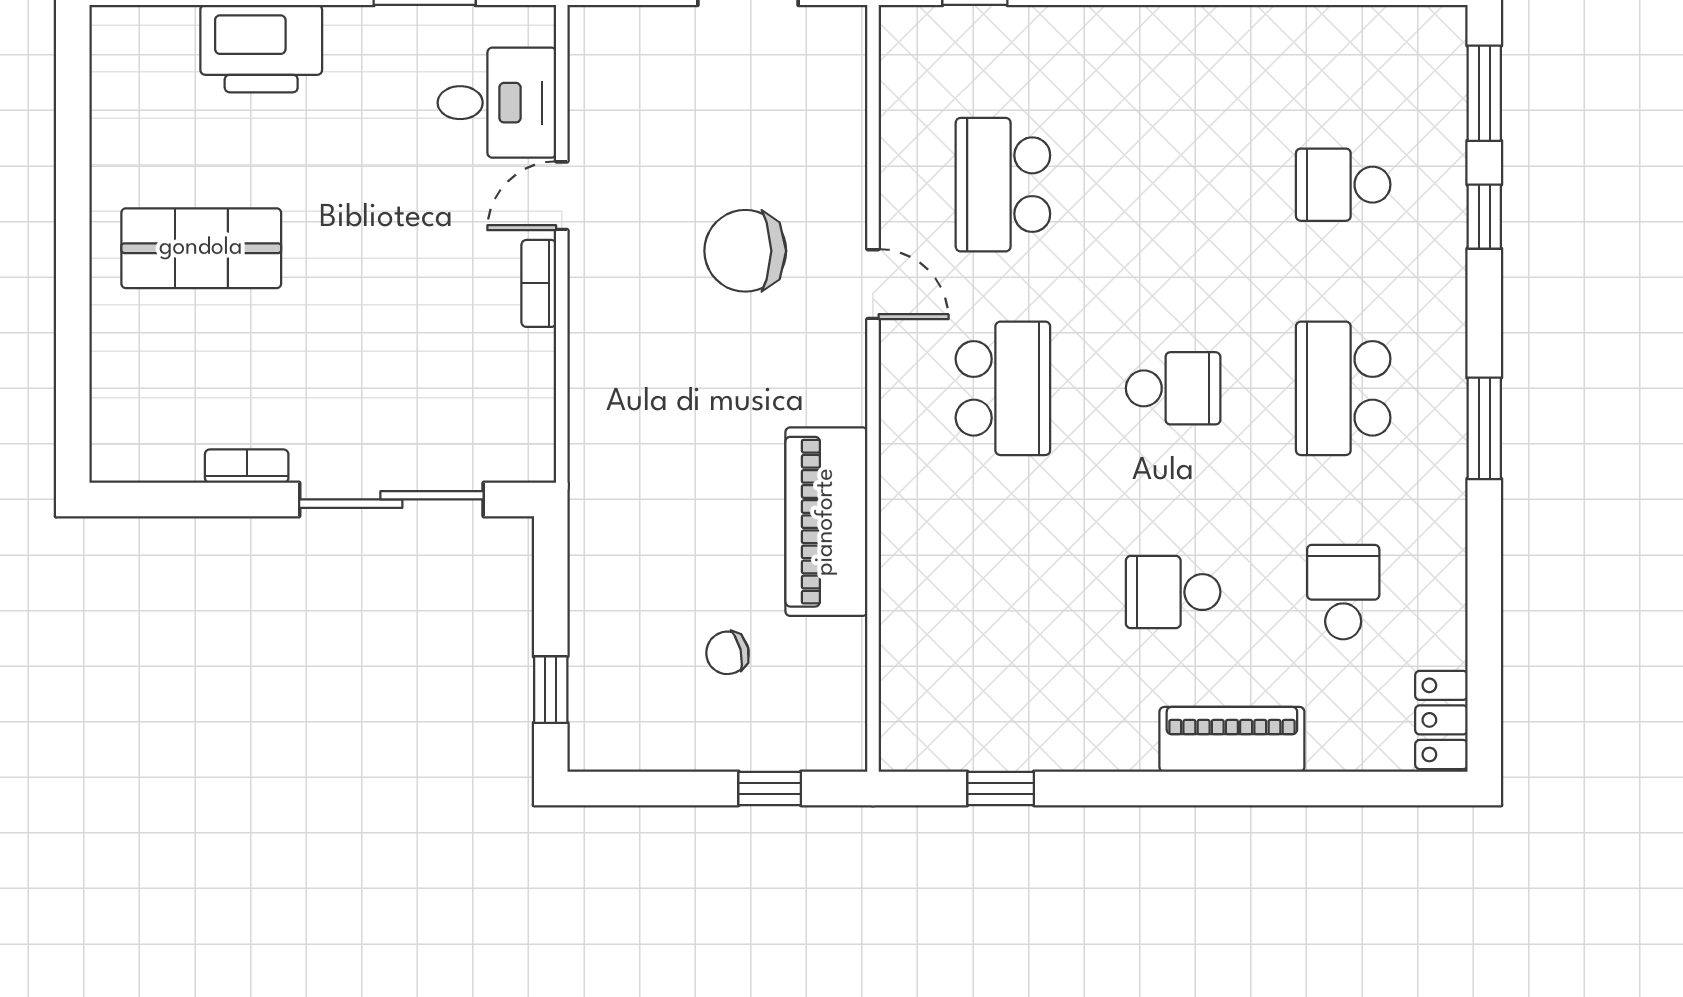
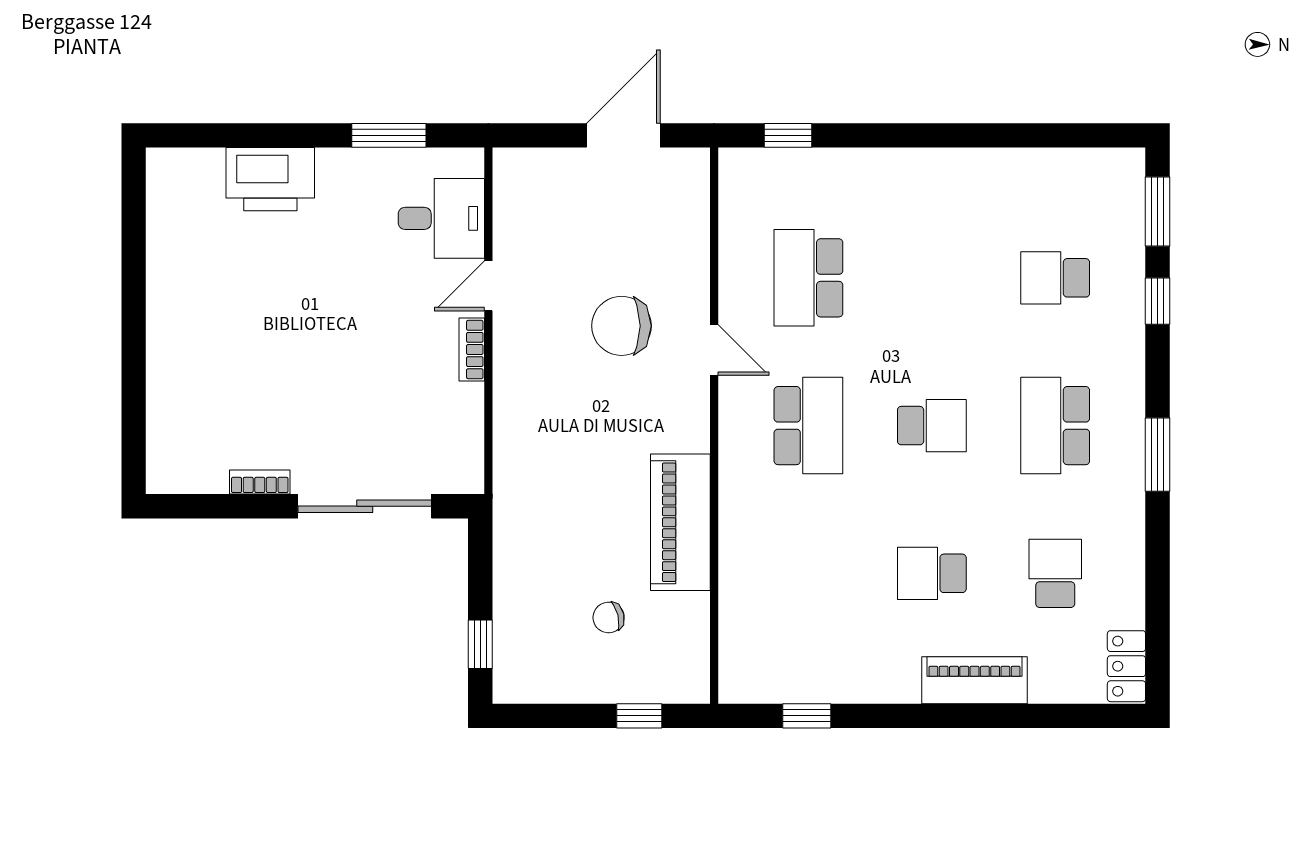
shop shelf: (201, 248) -> (227, 324), removed

